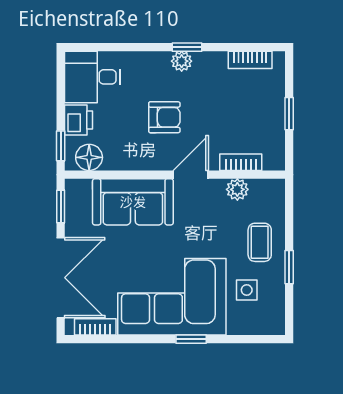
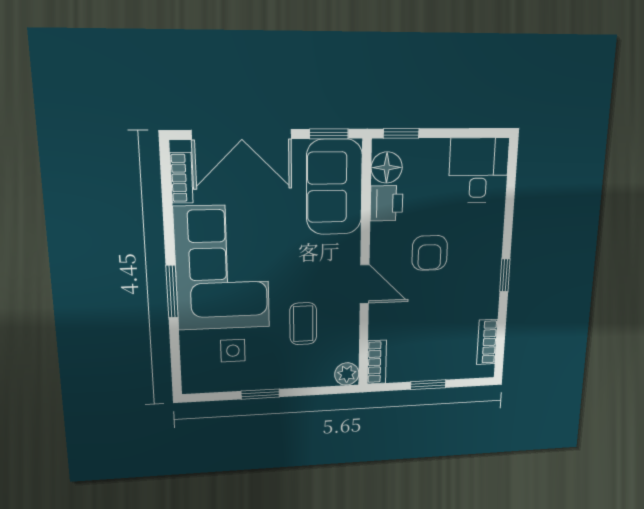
plant: (182, 61) -> (490, 270), removed
printer: (78, 120) -> (386, 203), moved, turned -90
bookcase: (241, 162) -> (377, 362), moved
plant: (237, 189) -> (347, 374), moved
sofa: (133, 202) -> (334, 187), moved
coffee table: (260, 242) -> (303, 324), moved, turned 90
window: (191, 339) -> (172, 292), width x1.50

